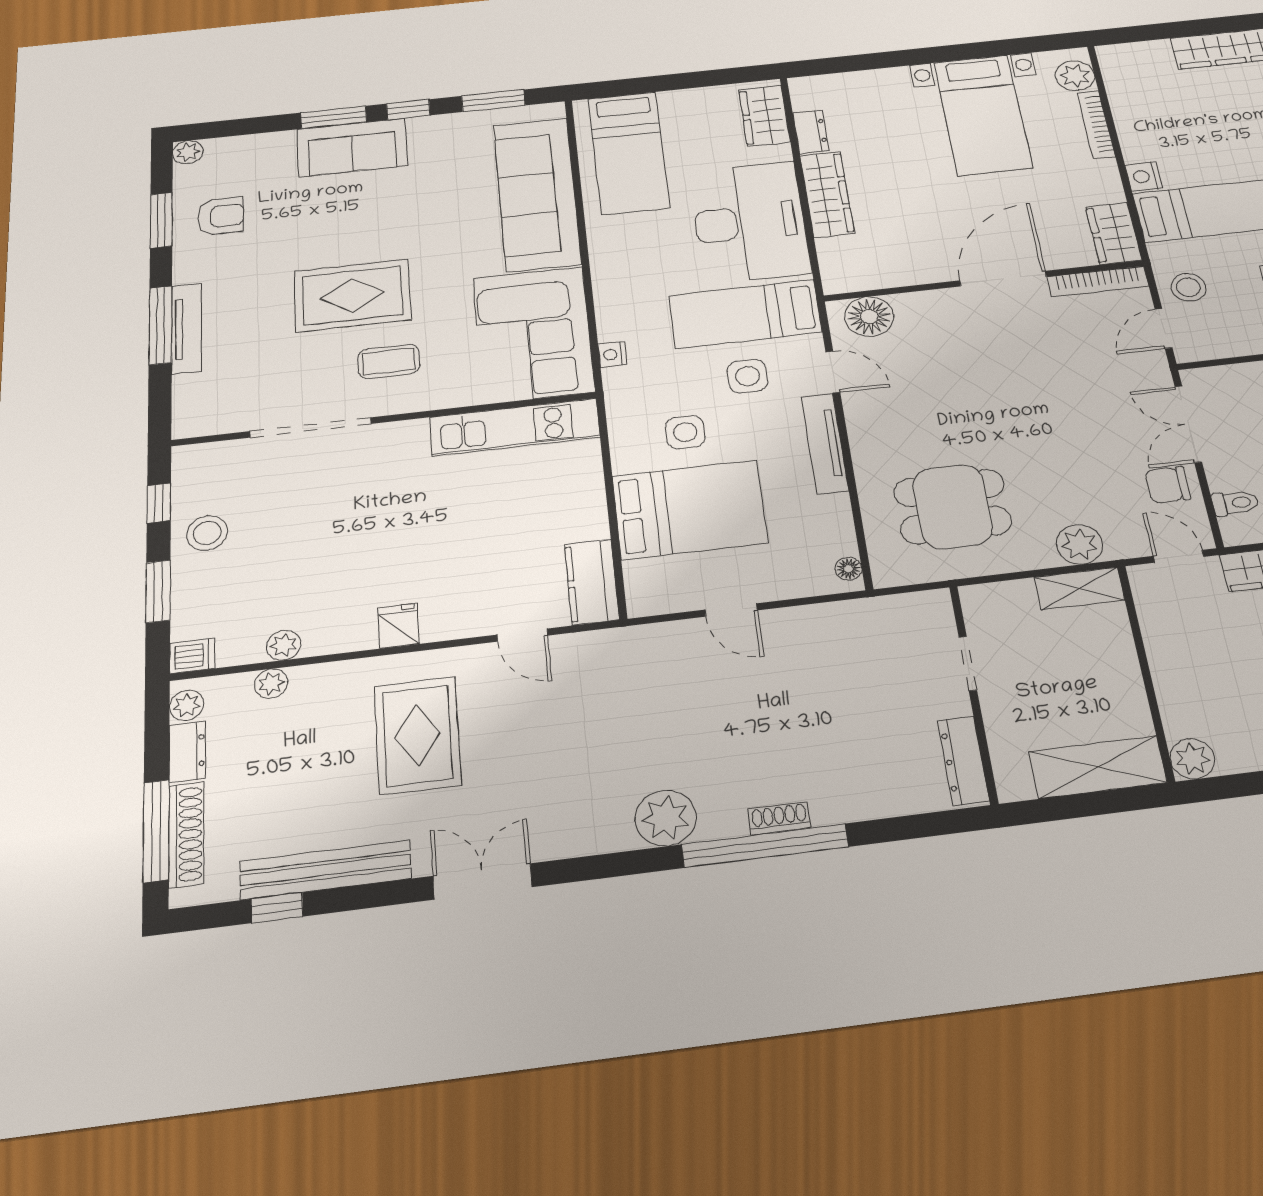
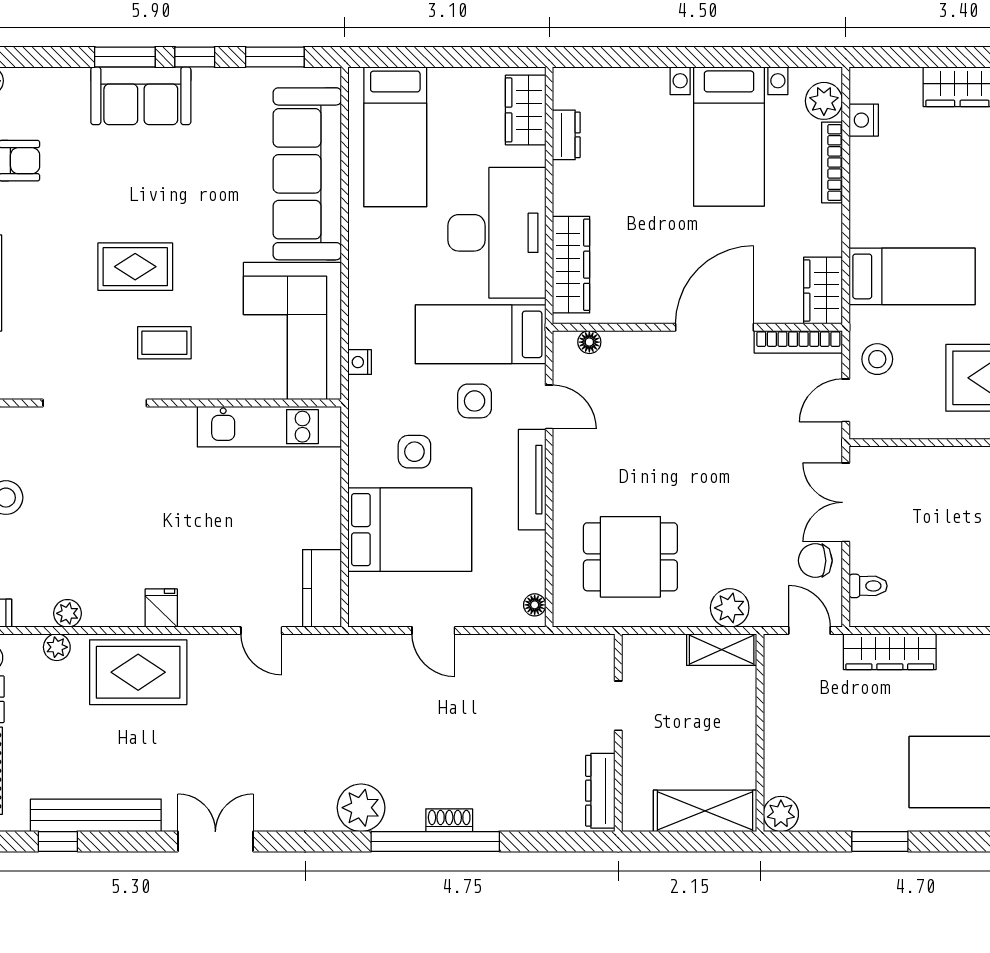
nightstand: (1144, 176) -> (864, 120), moved
wardrobe: (827, 194) -> (571, 265), moved
rug: (352, 295) -> (135, 267), width x0.73, depth x0.70
floor lamp: (869, 317) -> (589, 342), width x0.53, depth x0.53
rug: (418, 735) -> (138, 672), moved, turned 90

